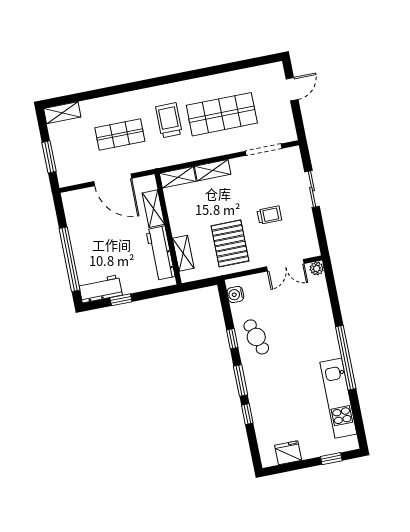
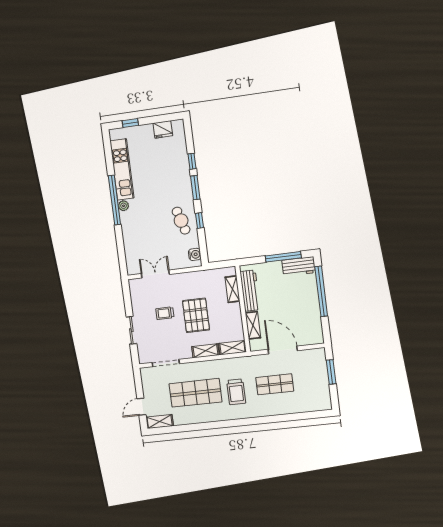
shelving: (62, 113) -> (160, 422), moved
pallet: (230, 243) -> (196, 315), moved
plant: (317, 268) -> (124, 206), moved
window: (121, 300) -> (283, 257), width x2.17

